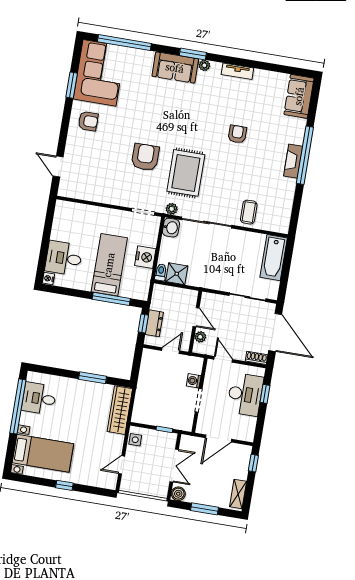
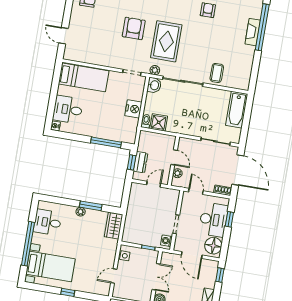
bed: (109, 265) -> (84, 77), moved, turned 90
washing machine: (194, 381) -> (167, 241), moved
plant: (80, 385) -> (81, 212), added
window: (18, 406) -> (28, 244), moved
wardrobe: (120, 410) -> (114, 226), width x0.67
floor lamp: (245, 427) -> (213, 246), added
door: (219, 438) -> (192, 255), hinge flipped

